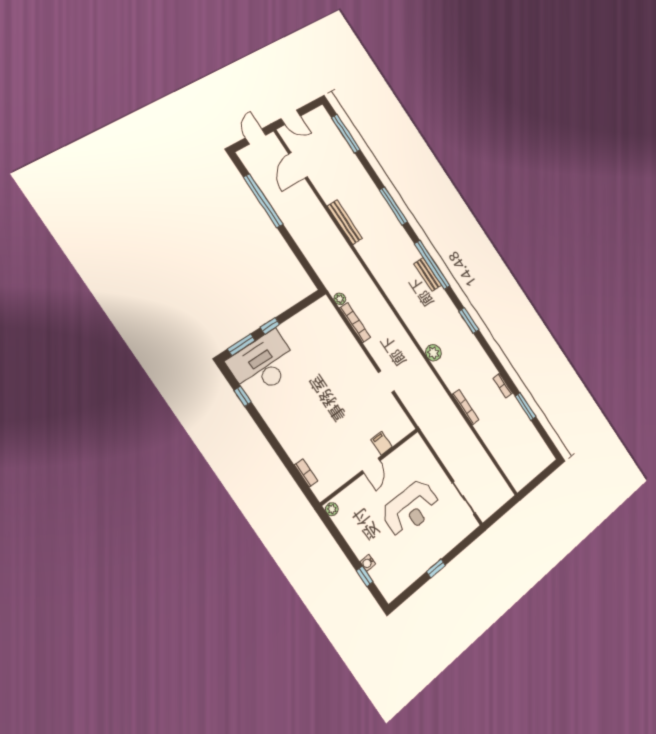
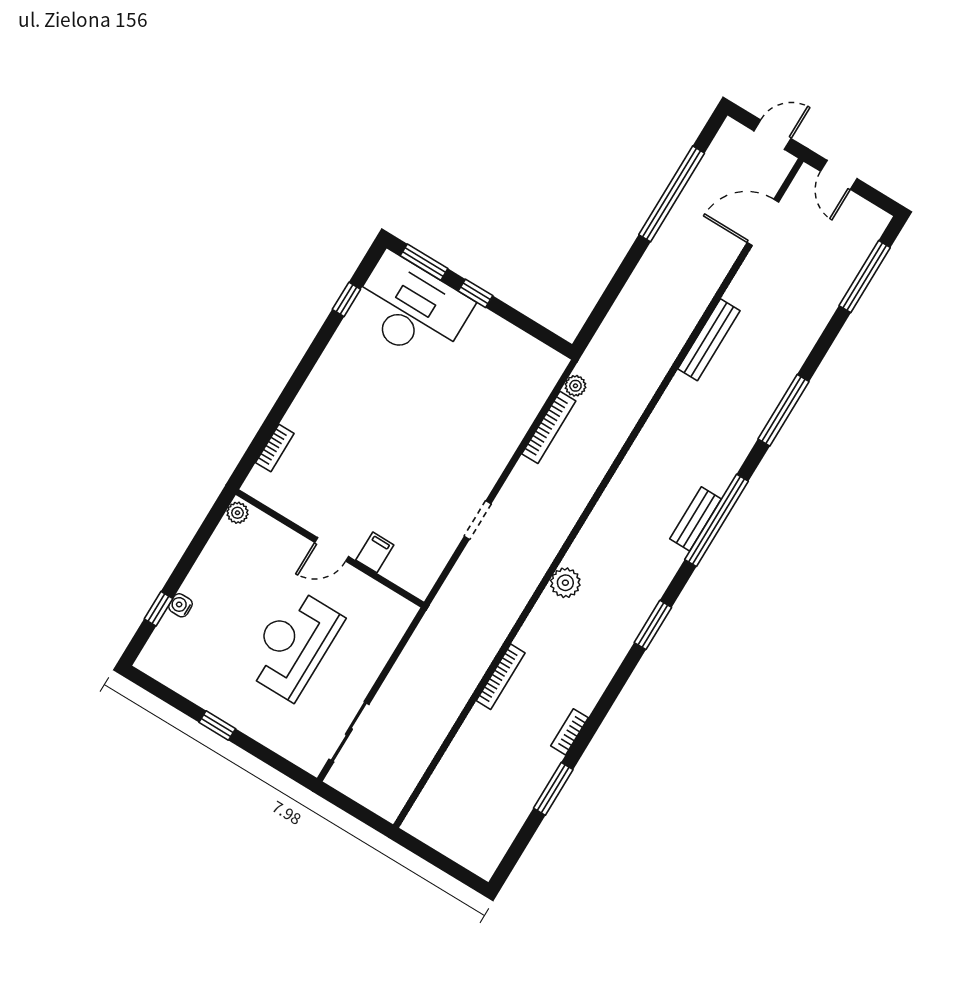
reception desk: (411, 508) -> (293, 645), turned 90

